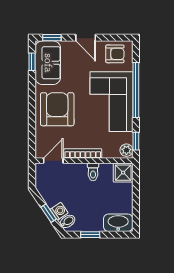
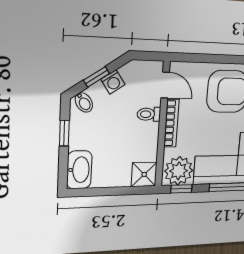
plant: (126, 150) -> (179, 171), width x1.88, depth x1.88
toilet: (93, 172) -> (149, 114), moved
washing machine: (59, 211) -> (113, 82), moved

